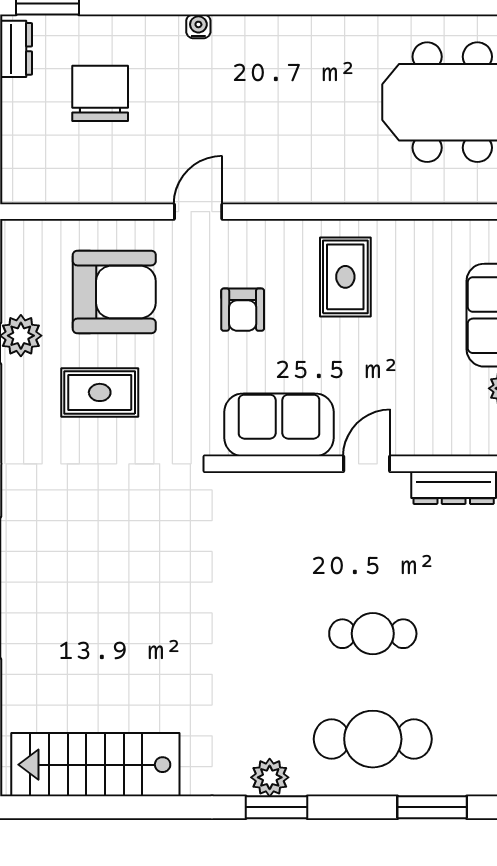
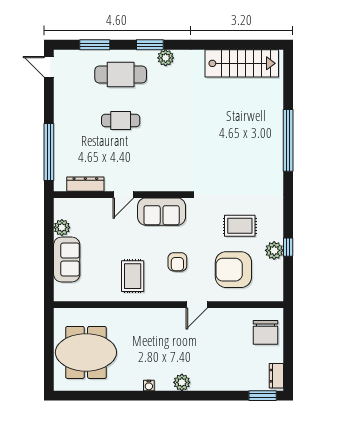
water cooler: (198, 26) -> (149, 385), moved
plant: (233, 34) -> (182, 382), added
chair: (100, 93) -> (266, 332), moved
armchair: (243, 310) -> (177, 262), turned 180
window: (277, 807) -> (150, 45), moved

